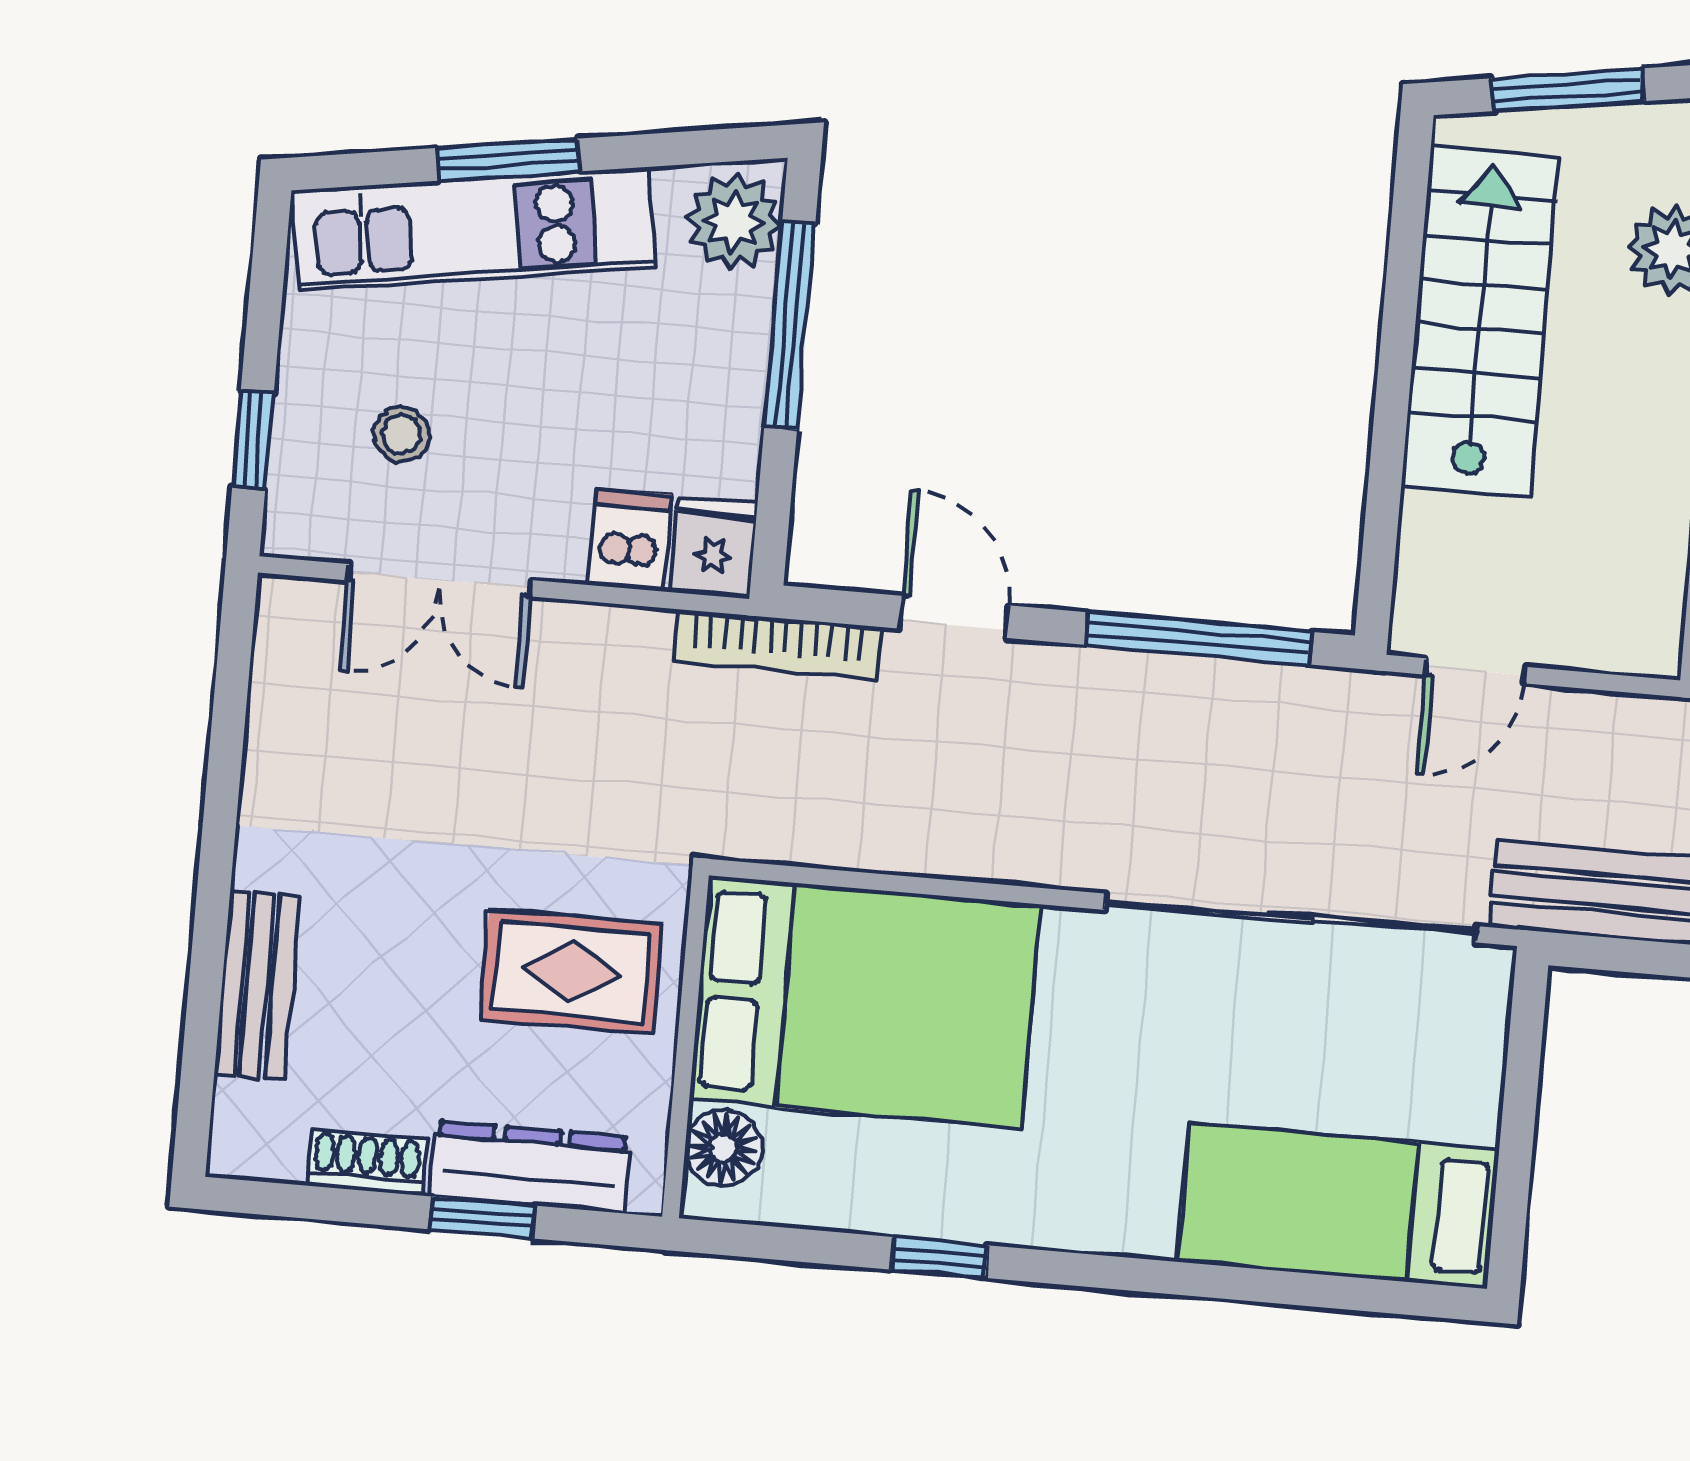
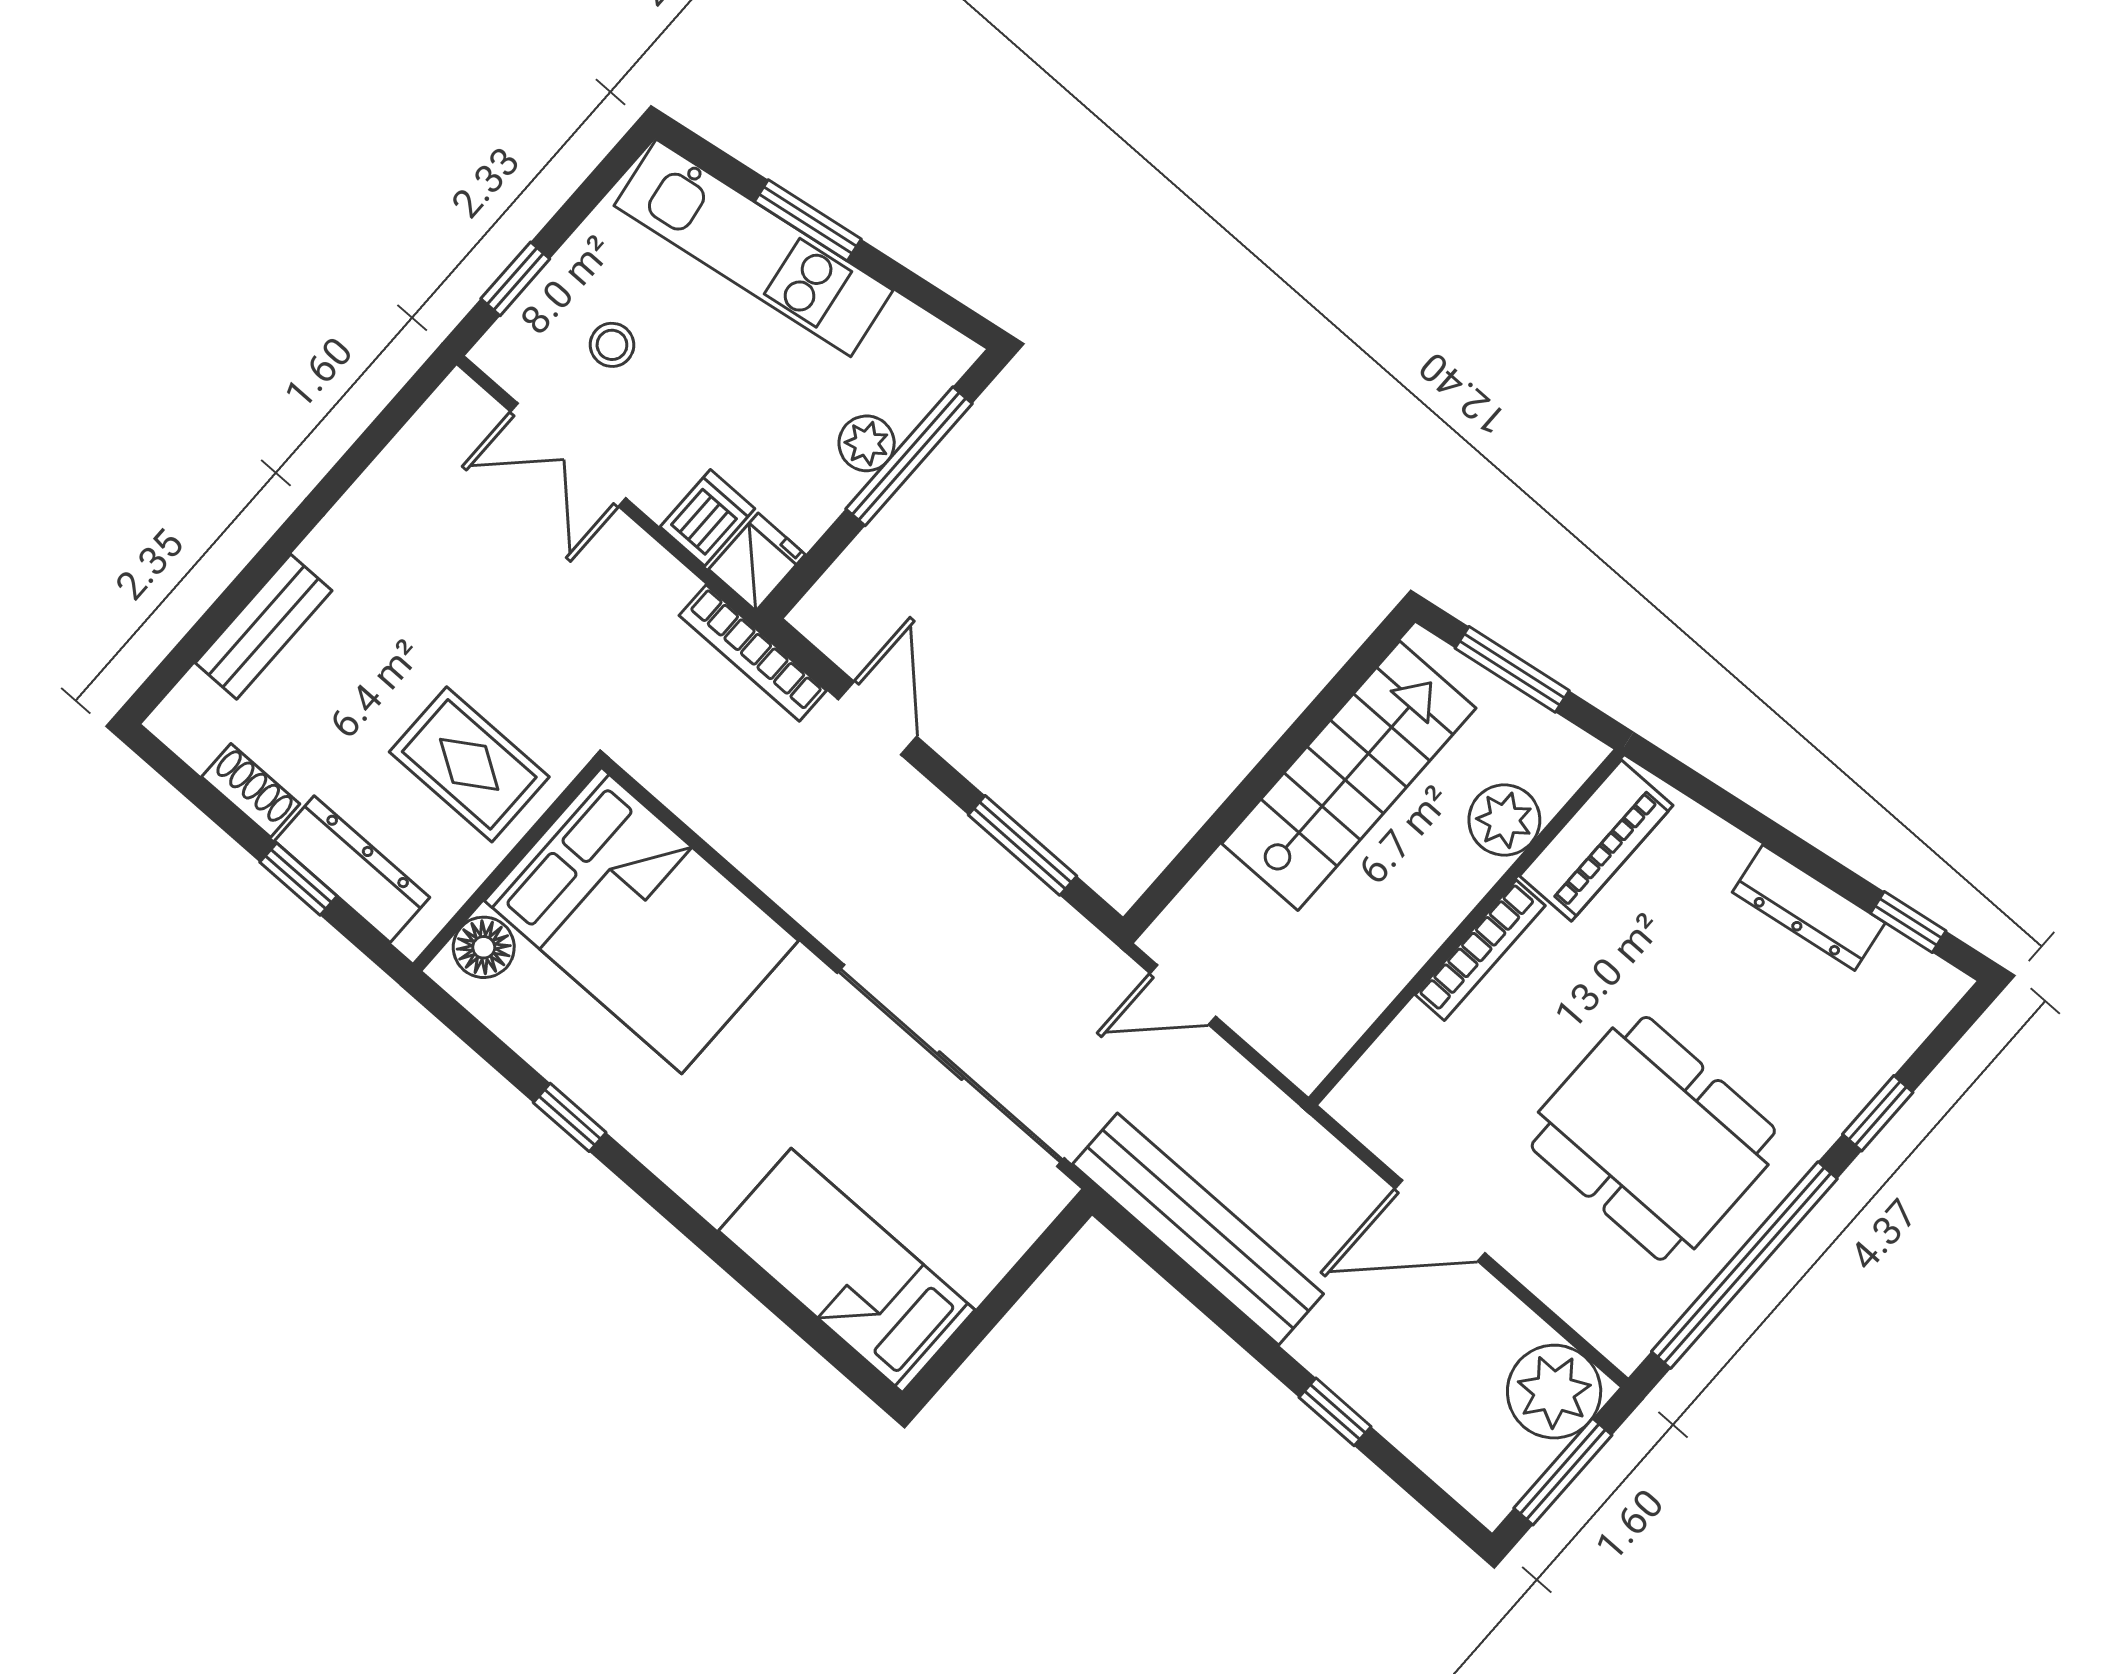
plant: (734, 222) -> (867, 443), moved, width x0.73, depth x0.73
window: (1198, 638) -> (1022, 845), width x0.69

